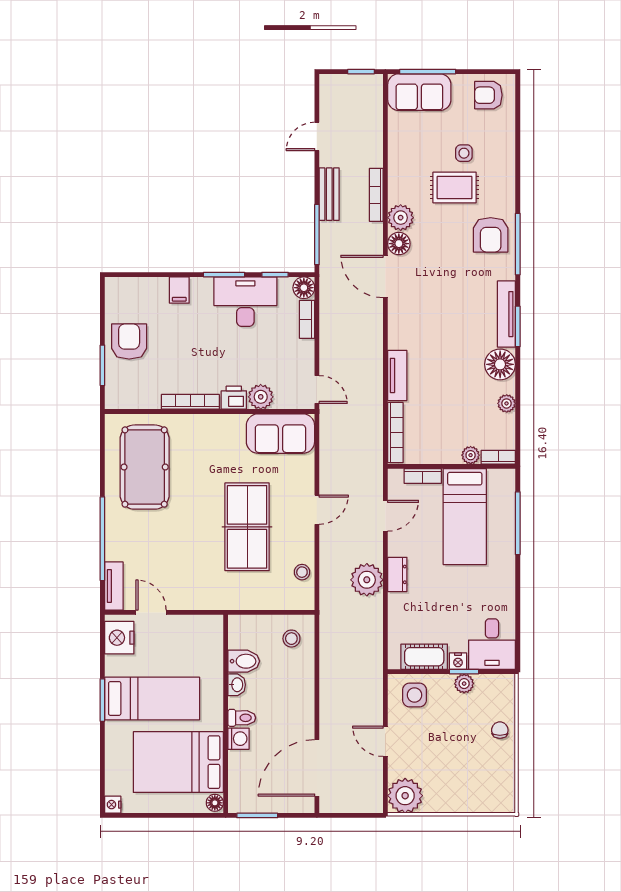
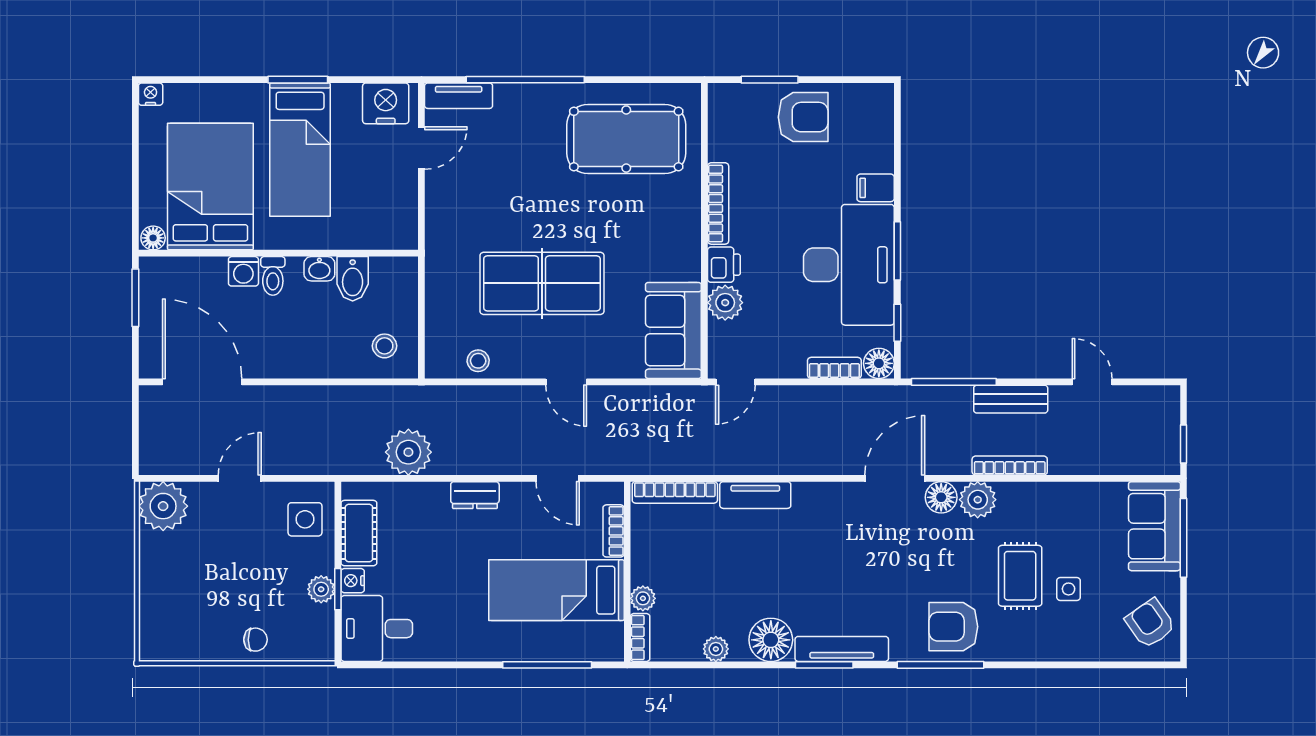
armchair: (488, 95) -> (1150, 623), turned -35
desk: (245, 302) -> (849, 265), width x1.36, depth x1.30
plant: (367, 580) -> (408, 452), moved

